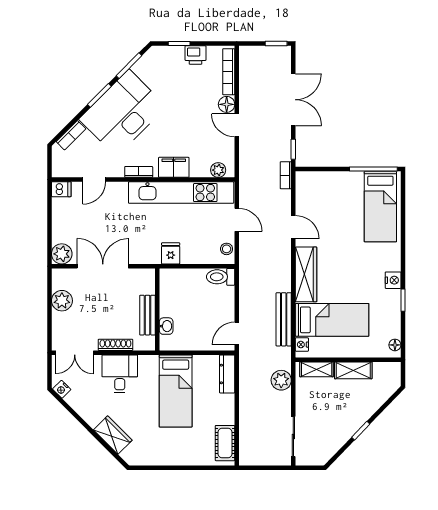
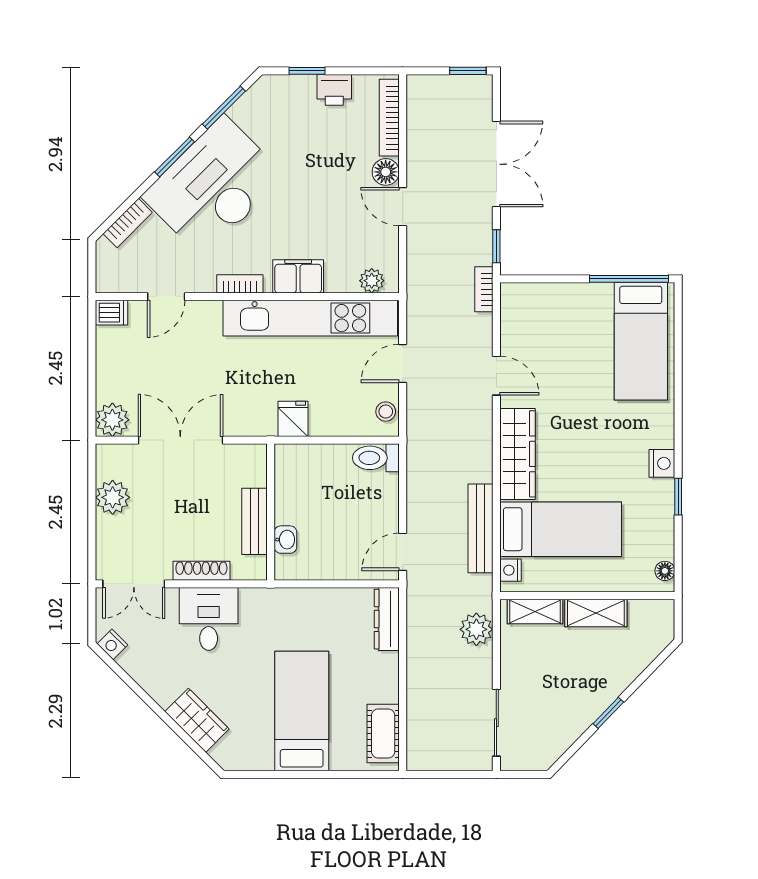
door: (237, 220) -> (403, 363), swing flipped
bed: (176, 391) -> (302, 711), moved, turned 180

